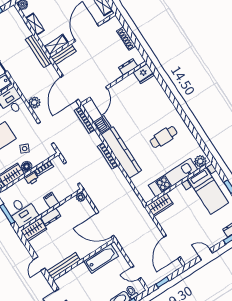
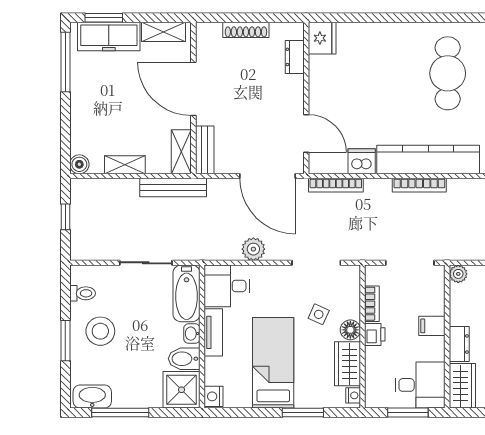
cafe table: (163, 137) -> (448, 73), width x1.37, depth x1.35

